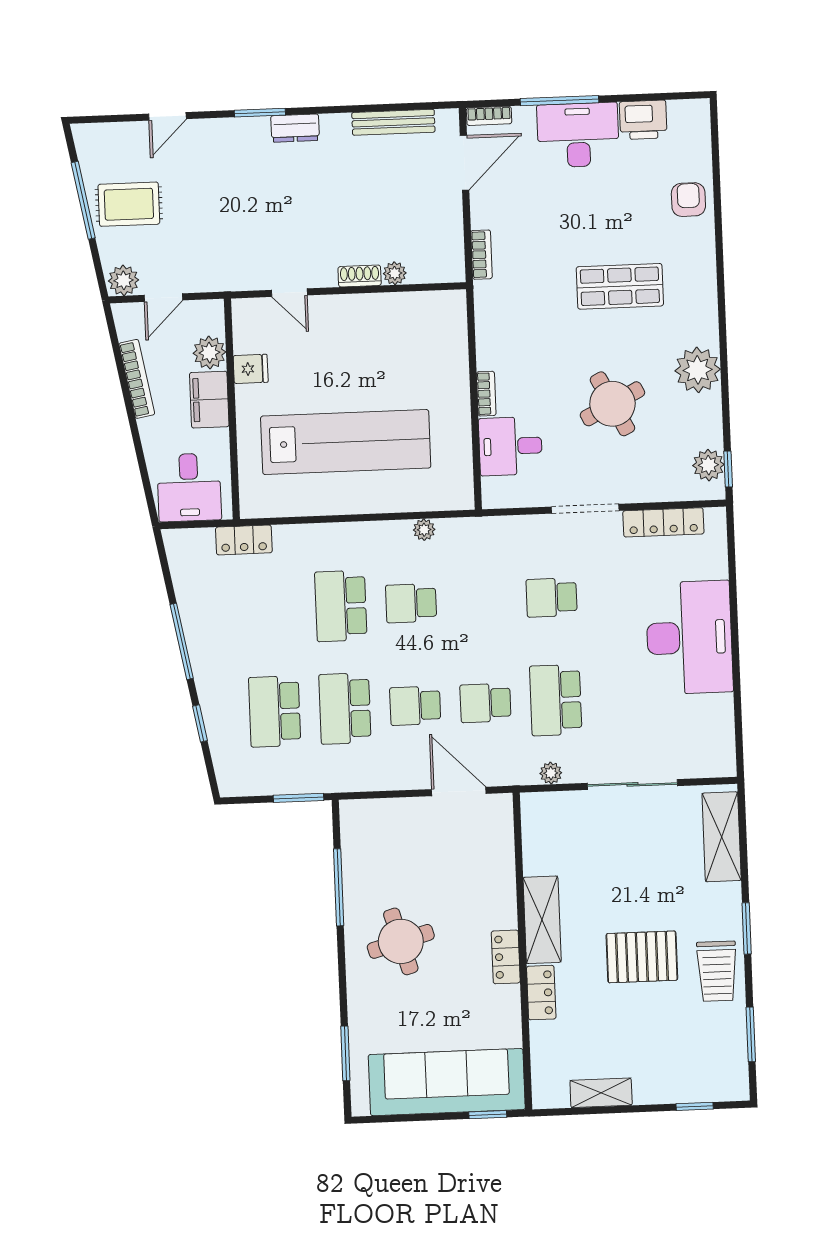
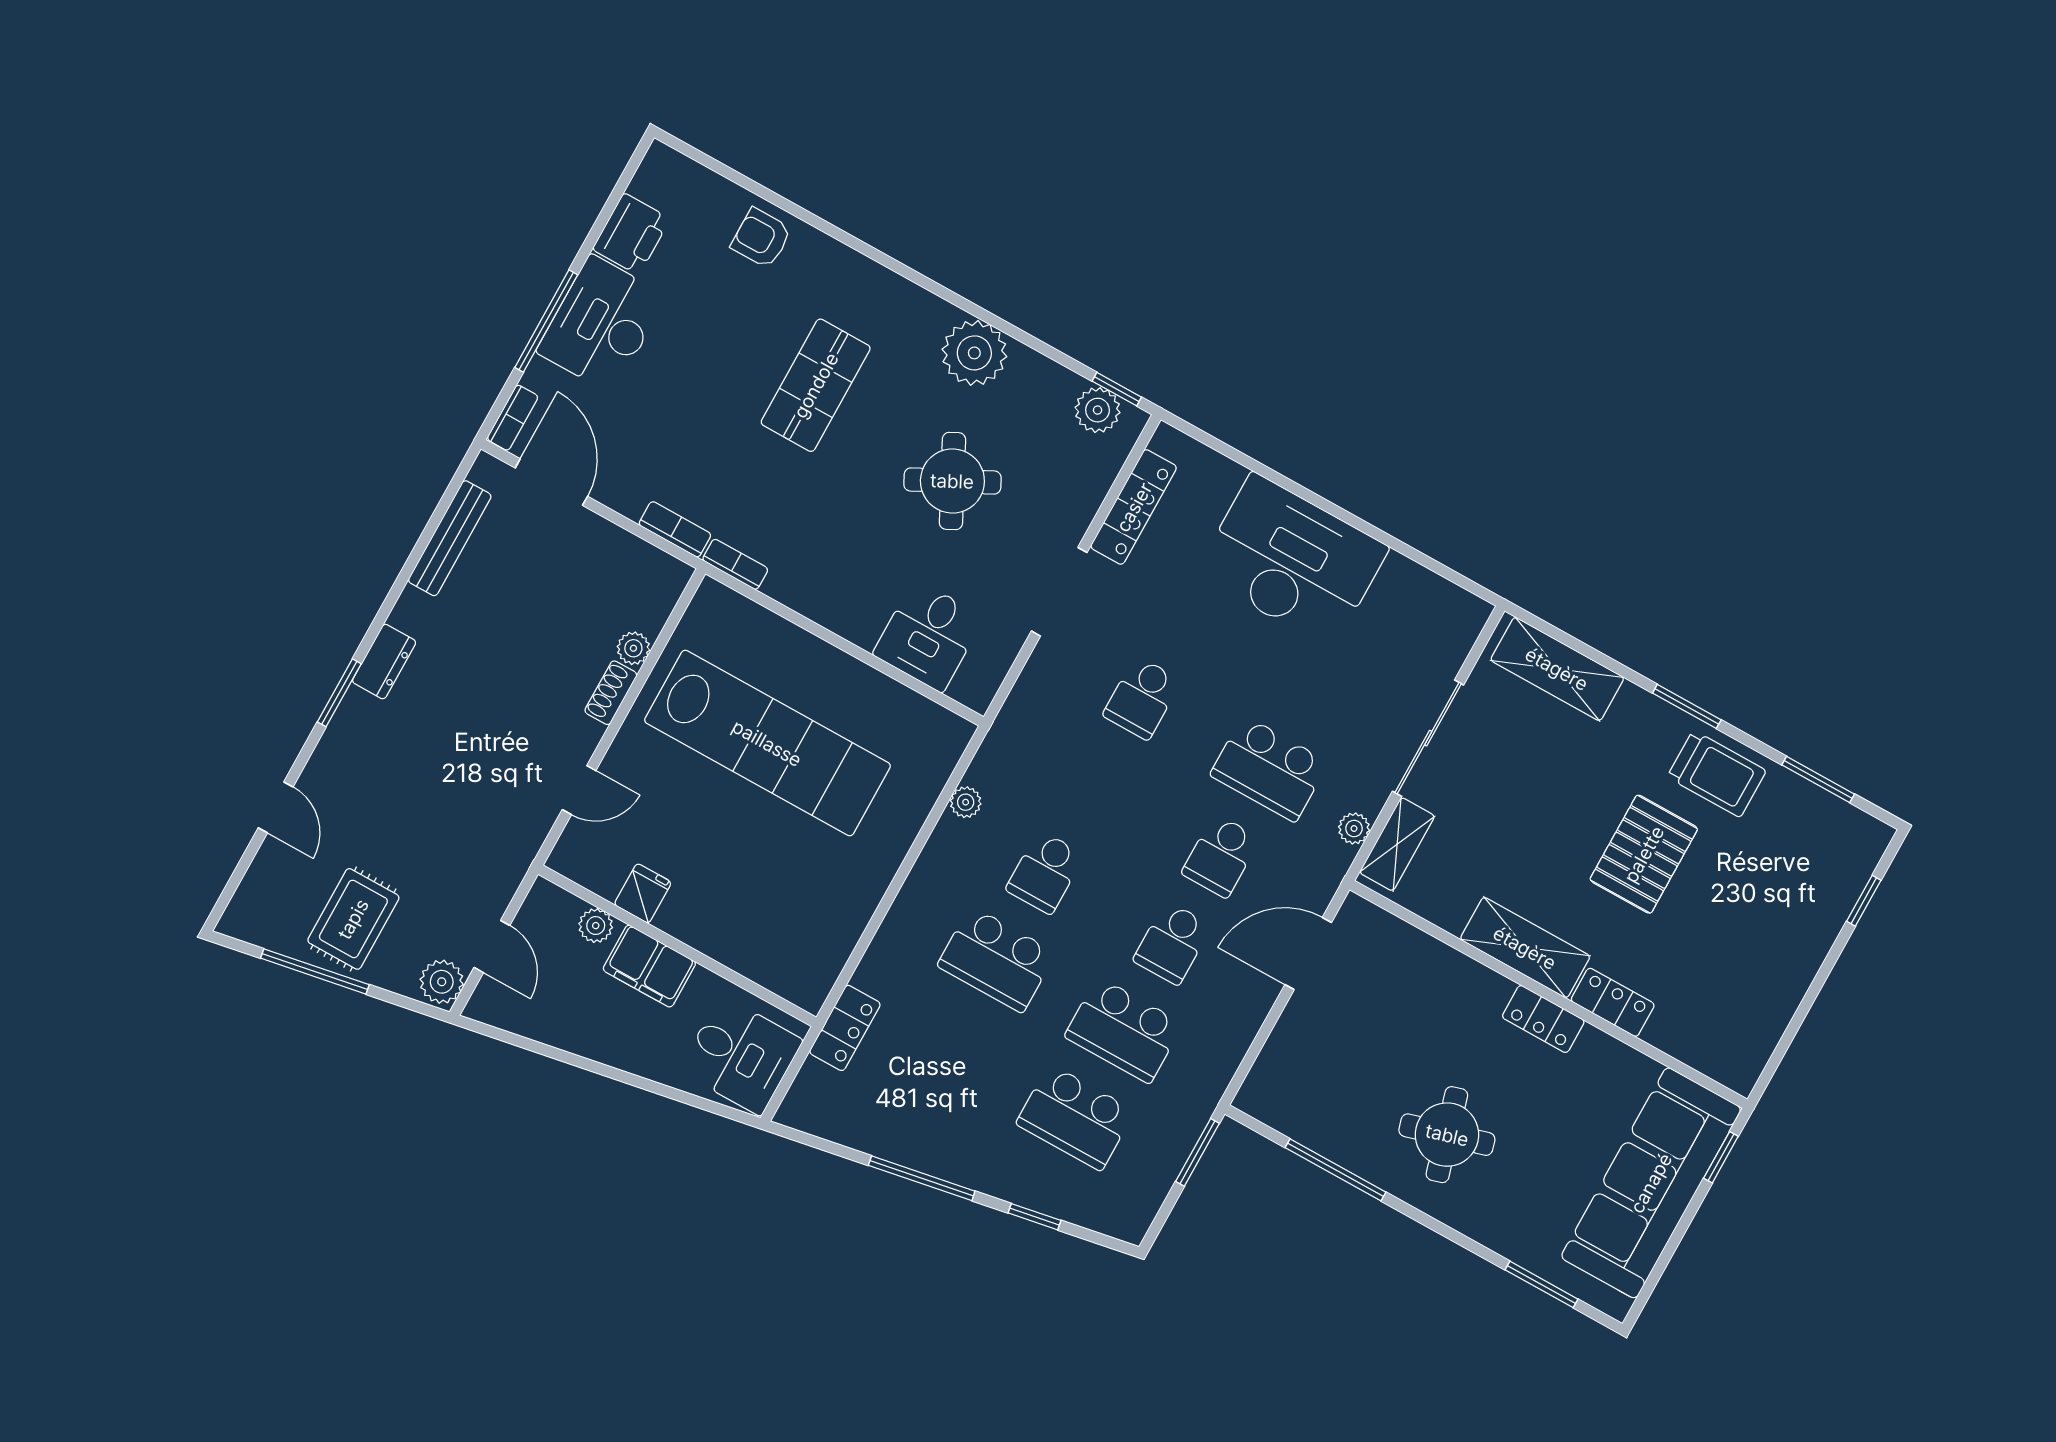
plant: (209, 353) -> (596, 926), width x0.73, depth x0.73
bookcase: (137, 379) -> (571, 1039), removed
bookcase: (486, 394) -> (735, 564), moved
lab bench: (346, 442) -> (767, 743), moved, turned 90
shelving: (601, 1093) -> (1397, 844), moved

